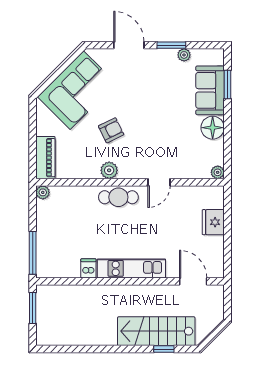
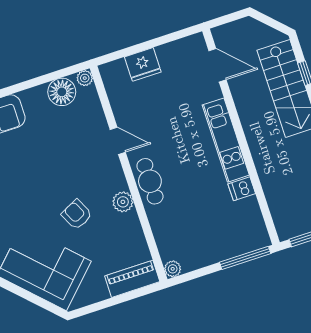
floor lamp: (213, 128) -> (62, 92), moved
door: (193, 281) -> (217, 65), swing flipped

